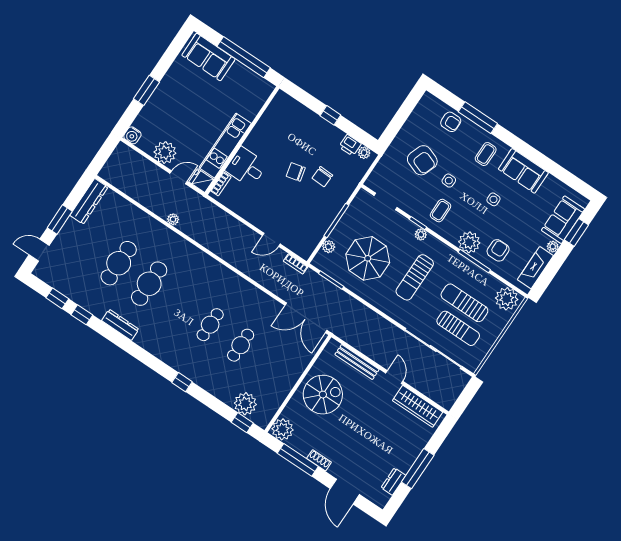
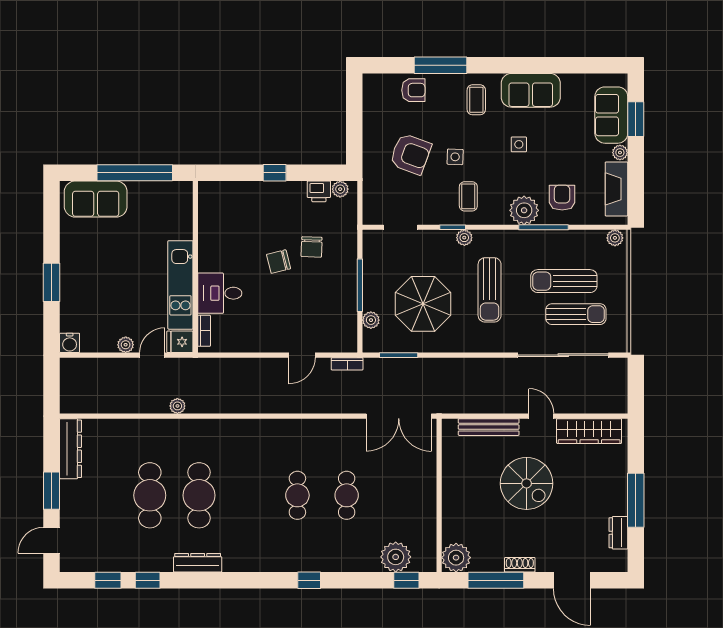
plant: (165, 153) -> (126, 345), width x0.53, depth x0.53
plant: (507, 299) -> (615, 238), width x0.53, depth x0.53
spiral stairs: (323, 395) -> (527, 483), moved, turned 90

